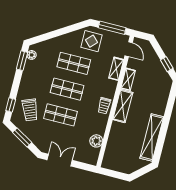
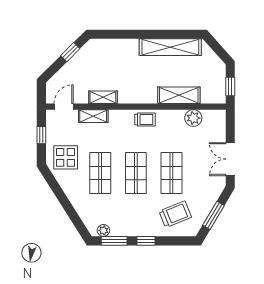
window: (112, 28) -> (41, 135), width x0.46
window: (11, 105) -> (146, 241), moved
shelving: (123, 106) -> (179, 95), moved
window: (112, 174) -> (230, 87), added

